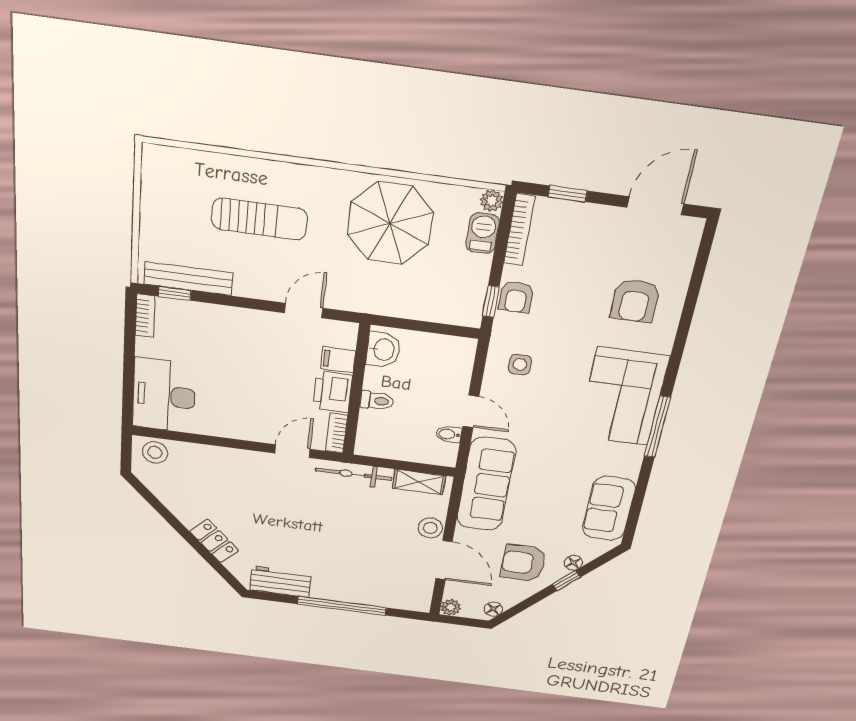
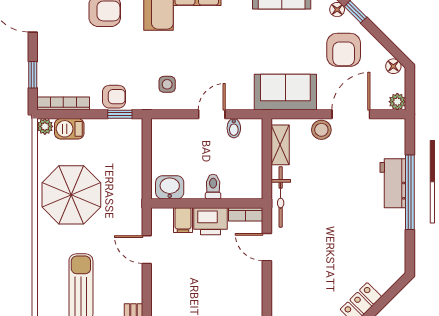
sofa: (486, 484) -> (285, 92), width x0.73
workbench: (280, 582) -> (393, 183), moved

